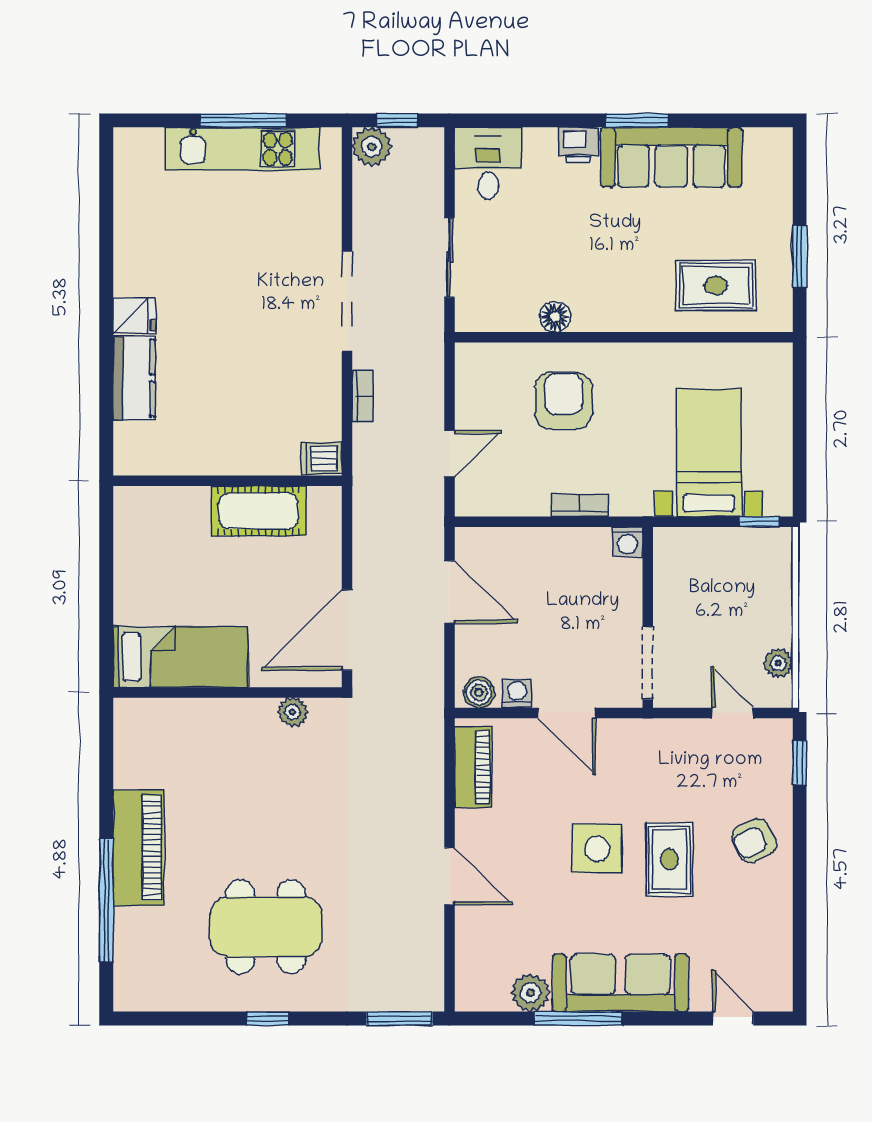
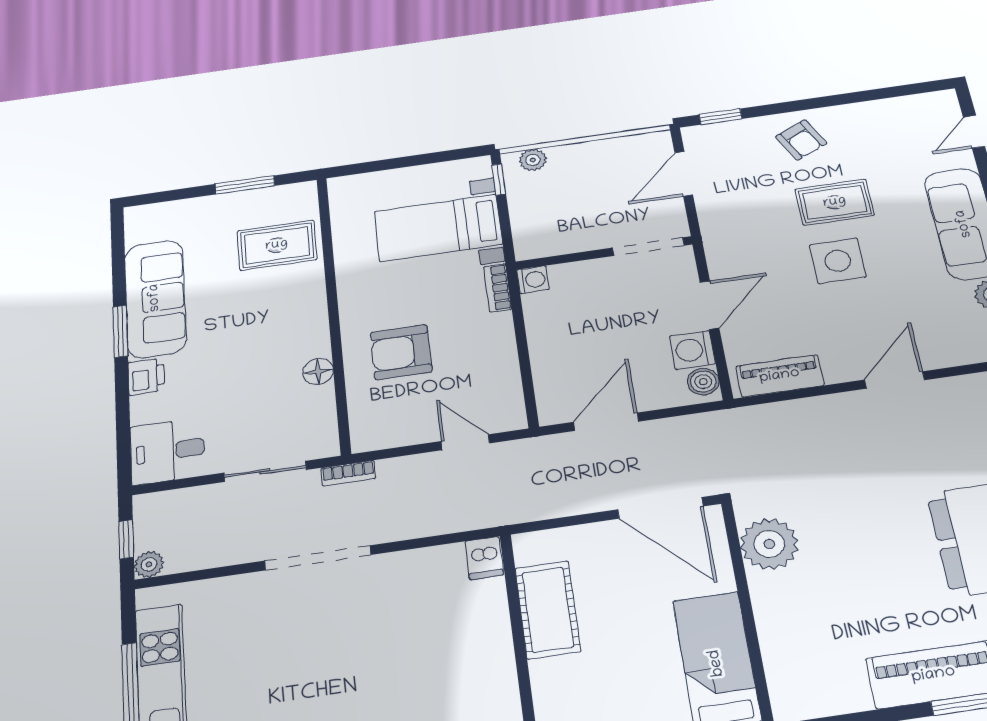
plant: (372, 147) -> (149, 564), width x0.73, depth x0.73
rug: (716, 285) -> (277, 245), turned 90
bookcase: (363, 396) -> (348, 473), moved, turned 180
bookcase: (580, 505) -> (498, 288), moved
plant: (778, 663) -> (533, 160), moved
washing machine: (517, 693) -> (692, 350), width x1.38, depth x1.38
plant: (293, 712) -> (769, 544), width x1.87, depth x1.87
door: (732, 713) -> (684, 174), width x1.38

